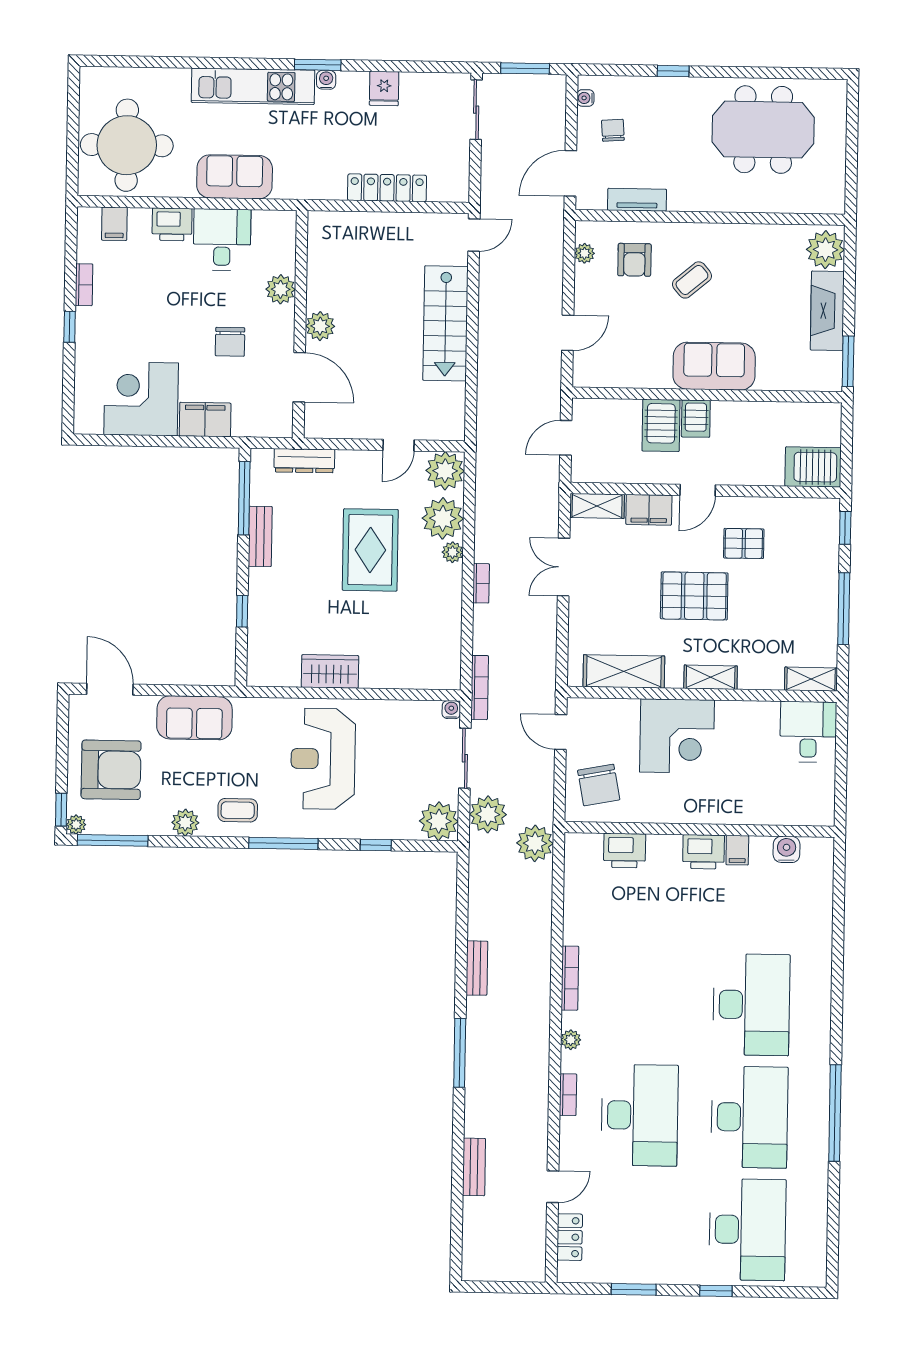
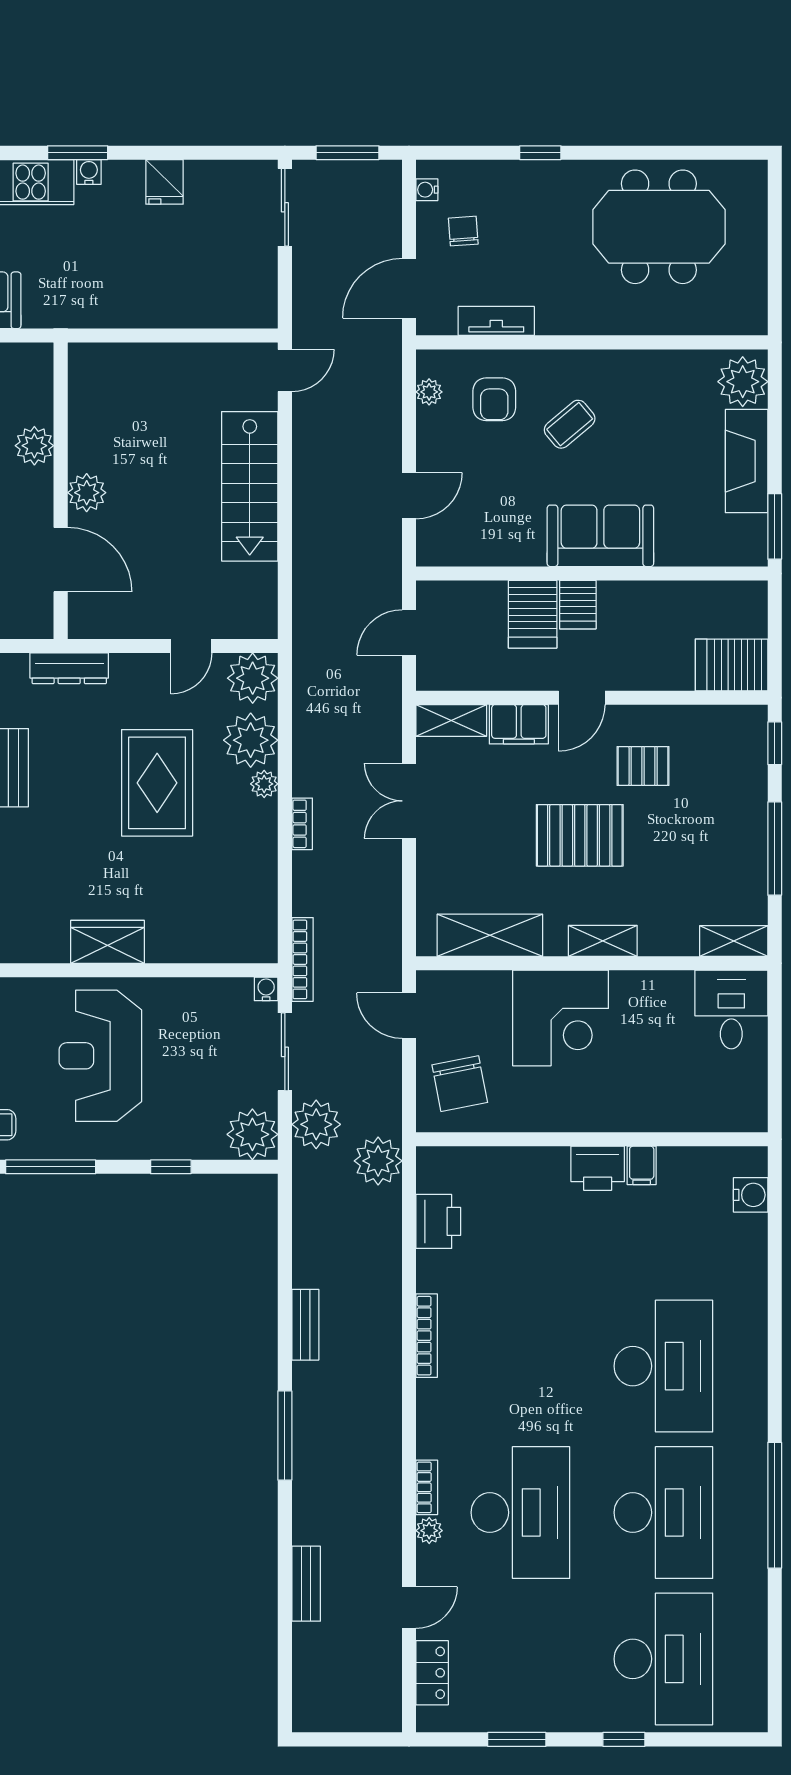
locker: (387, 188) -> (171, 311), removed
water cooler: (787, 849) -> (751, 1195), moved, turned 90
printer: (625, 851) -> (438, 1221), moved, turned -90
plant: (571, 1040) -> (429, 1531), moved

